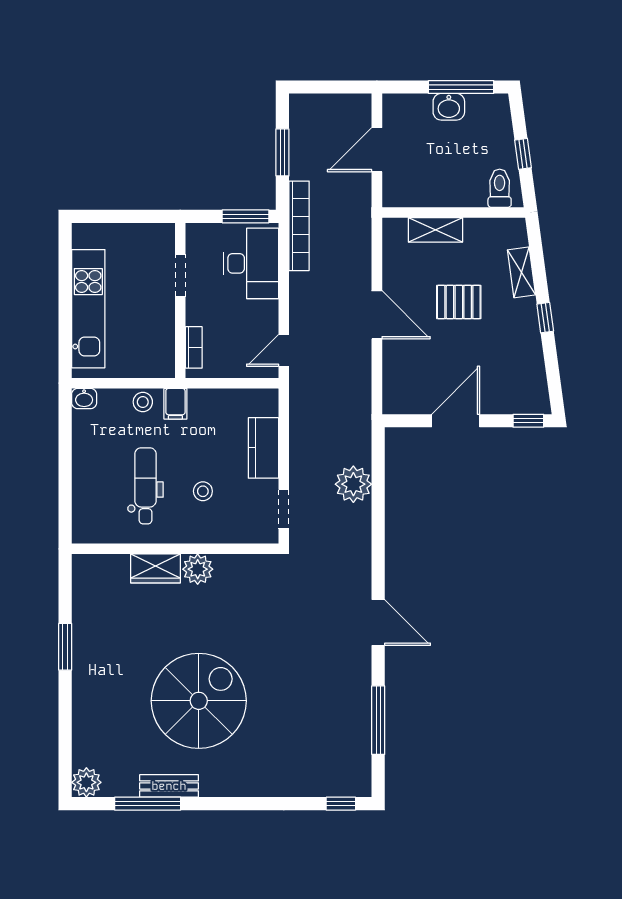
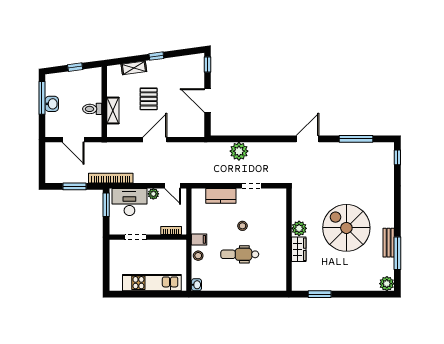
toilet: (500, 188) -> (92, 109), moved
plant: (268, 312) -> (153, 194), added
wall: (175, 549) -> (289, 240), moved
wardrobe: (156, 568) -> (299, 249), moved
plant: (198, 569) -> (299, 228), moved

